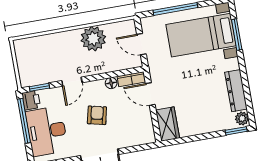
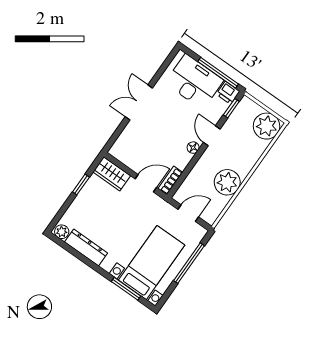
plant: (27, 51) -> (267, 126), added
floor lamp: (111, 83) -> (193, 148), moved
armchair: (97, 115) -> (169, 129), removed
window: (236, 131) -> (81, 184), moved

